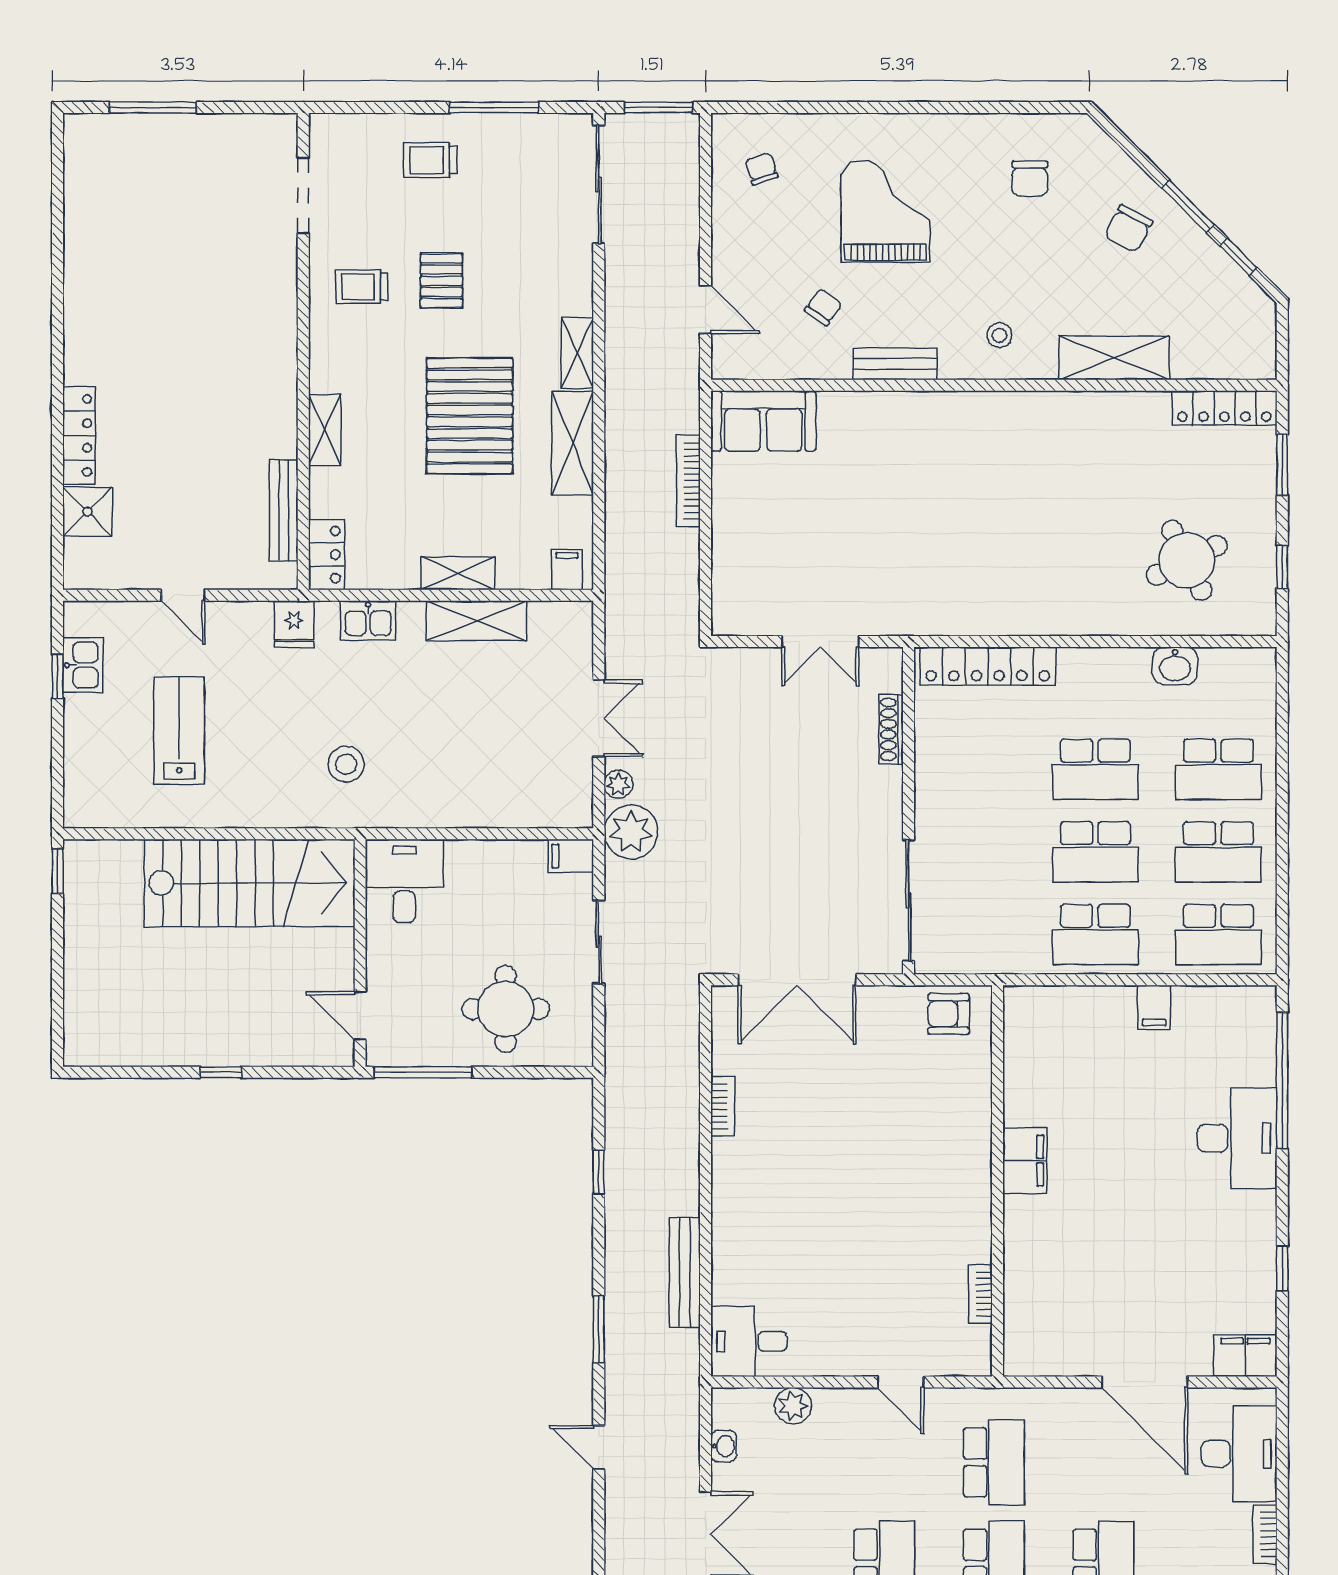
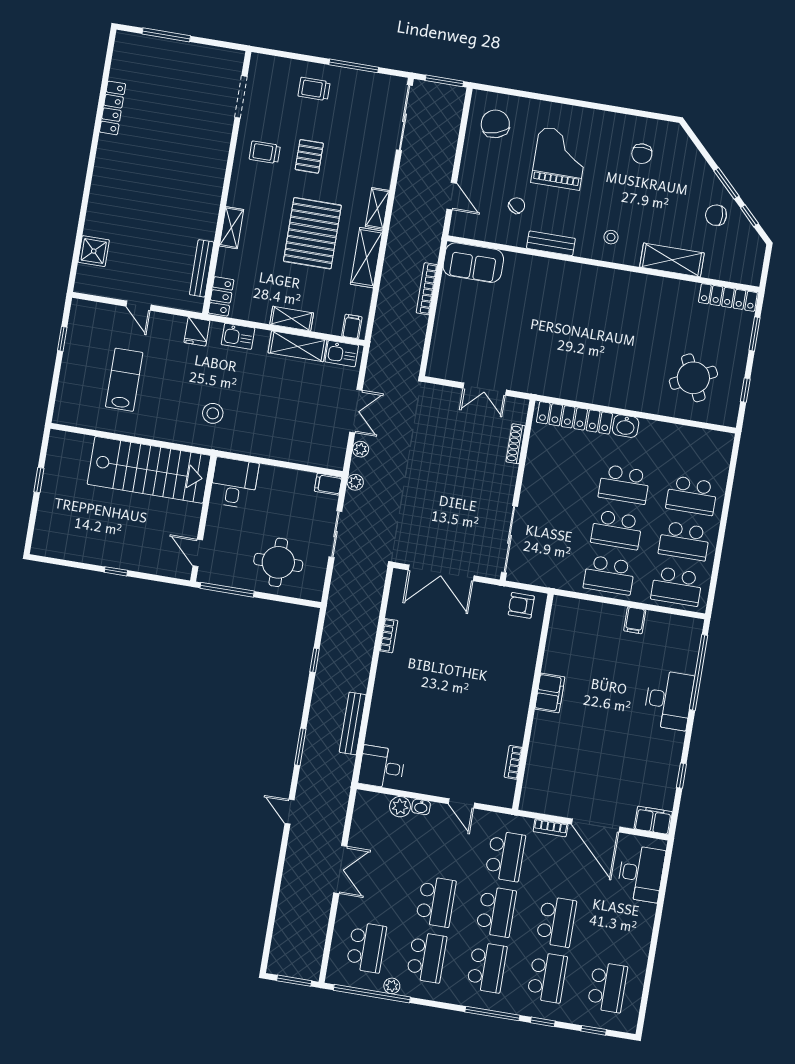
chair: (761, 169) -> (495, 124), width x1.87, depth x1.87
chair: (1128, 228) -> (716, 215), moved, turned 61
locker: (79, 436) -> (113, 108), moved
kitchen sink: (83, 665) -> (342, 354), moved, turned 90
washbasin: (1175, 666) -> (626, 426), moved
plant: (631, 832) -> (355, 482), width x0.53, depth x0.53
window: (58, 871) -> (39, 480), moved
washbasin: (724, 1446) -> (421, 807), moved, turned 90
bookcase: (1265, 1534) -> (551, 828), moved, turned -90

